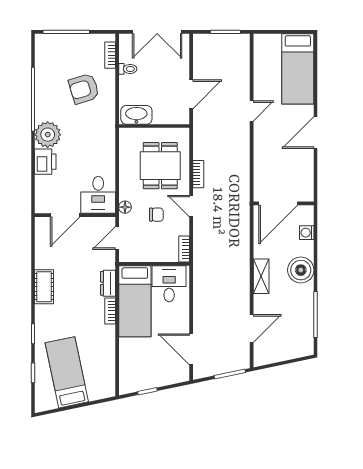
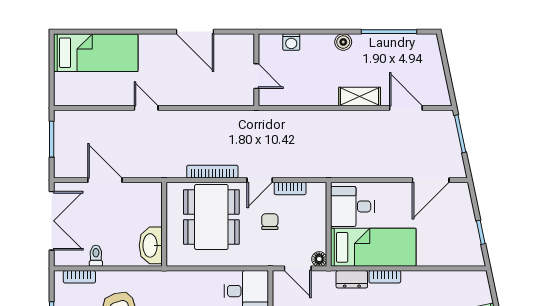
door: (191, 94) -> (105, 180), moved
door: (316, 133) -> (195, 32), moved
dining table: (160, 166) -> (211, 217), width x1.38
bookcase: (198, 174) -> (212, 172), width x1.56
door: (278, 203) -> (256, 76), width x0.53
floor lamp: (125, 207) -> (319, 259), moved
bookcase: (184, 249) -> (290, 188), moved
boiler: (301, 270) -> (343, 42), width x0.54, depth x0.54
shelving: (261, 276) -> (360, 97), moved

